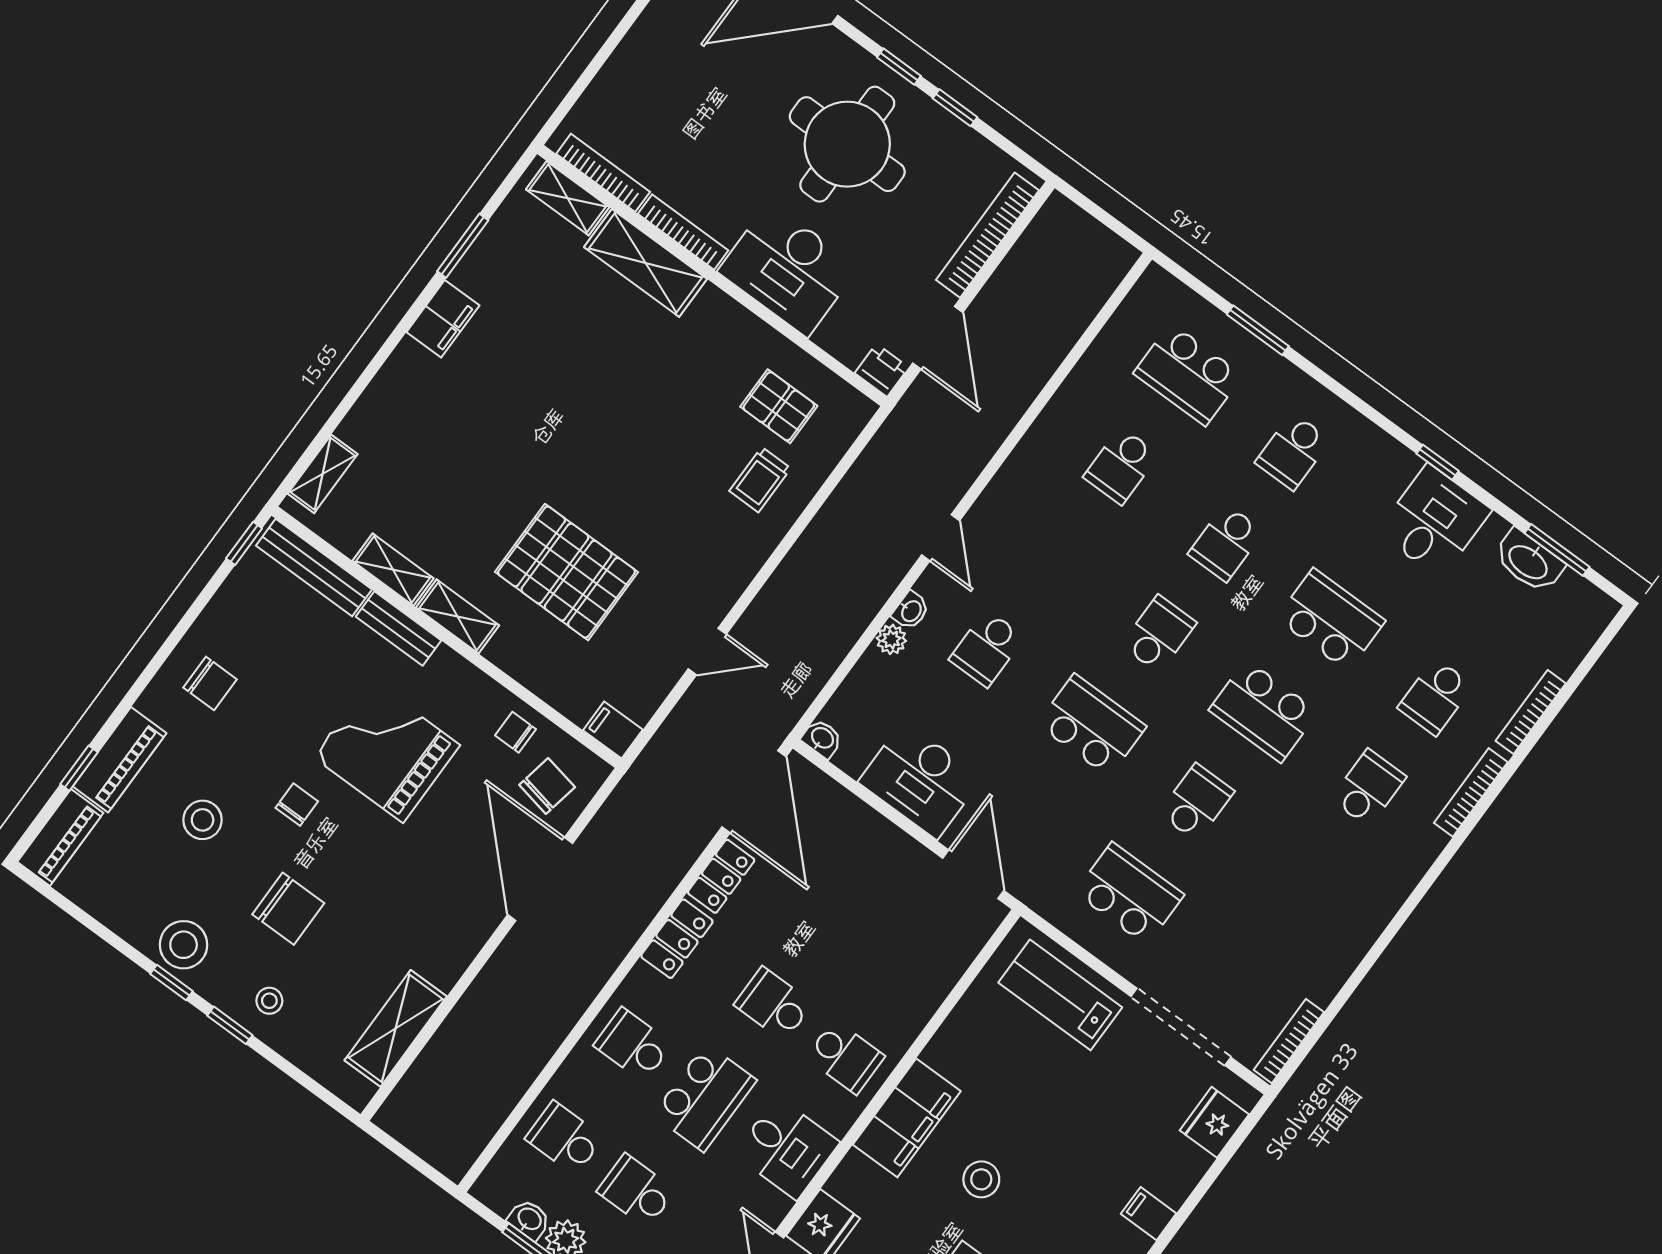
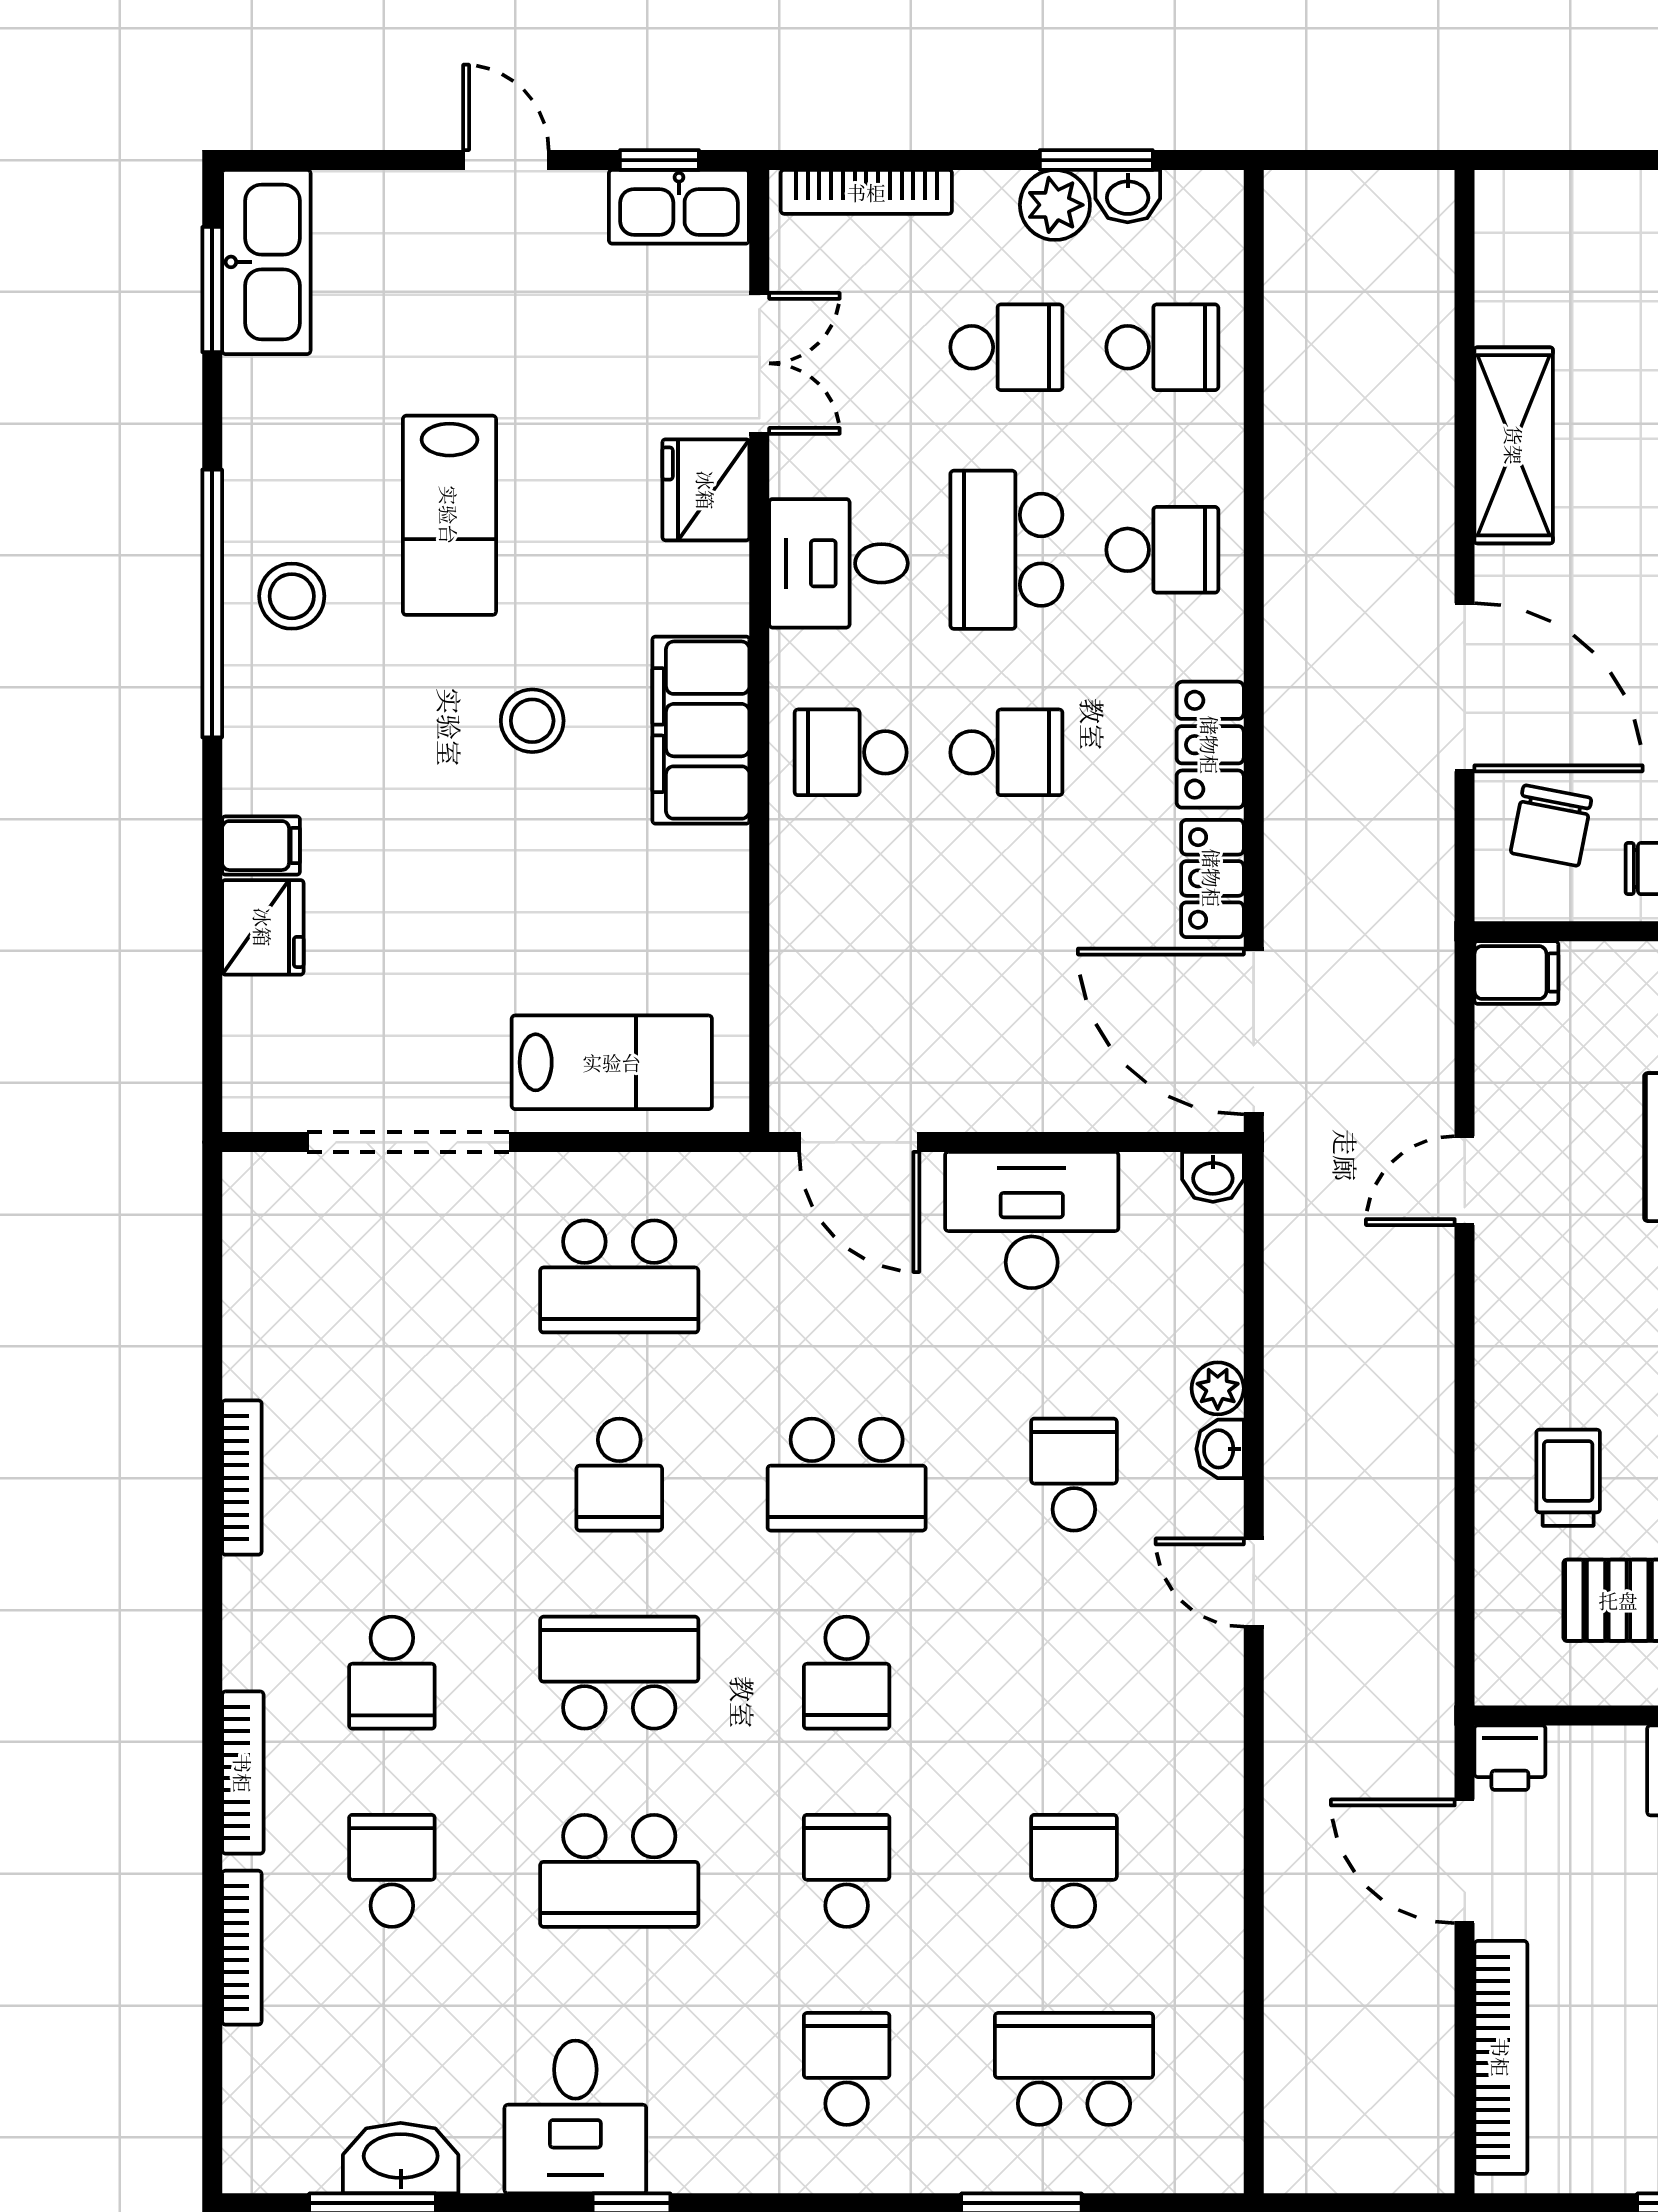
shelving: (396, 1028) -> (1514, 445), moved
bookcase: (1289, 1041) -> (242, 1478), moved
fridge: (1214, 1122) -> (263, 927), moved

